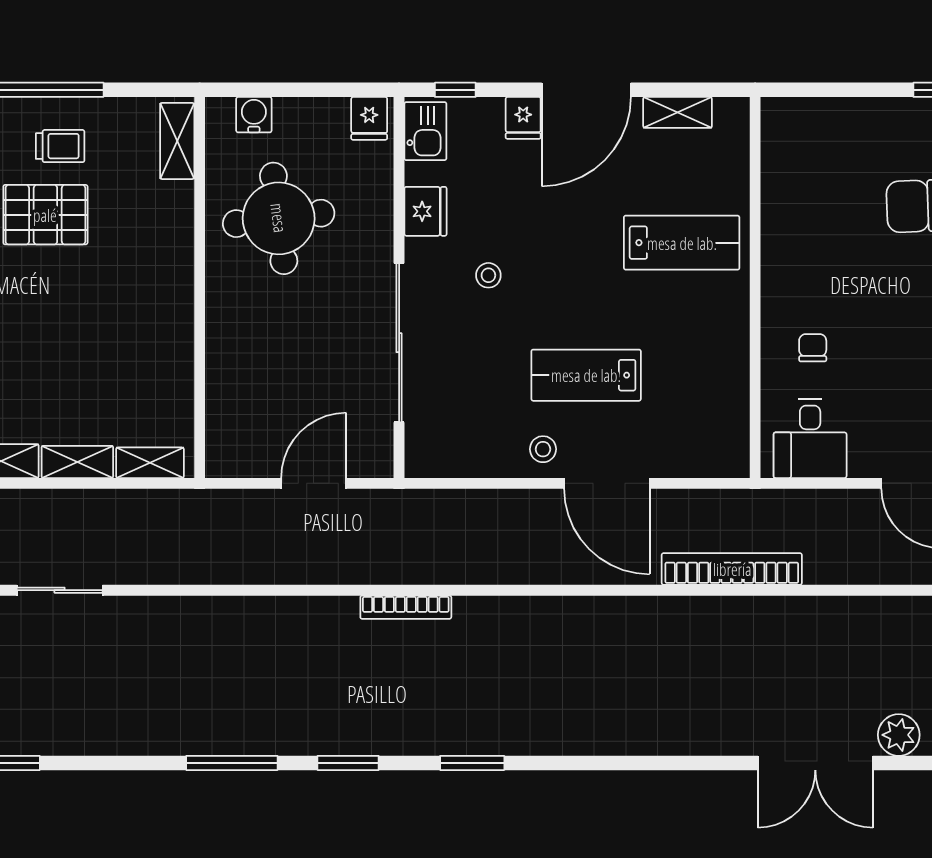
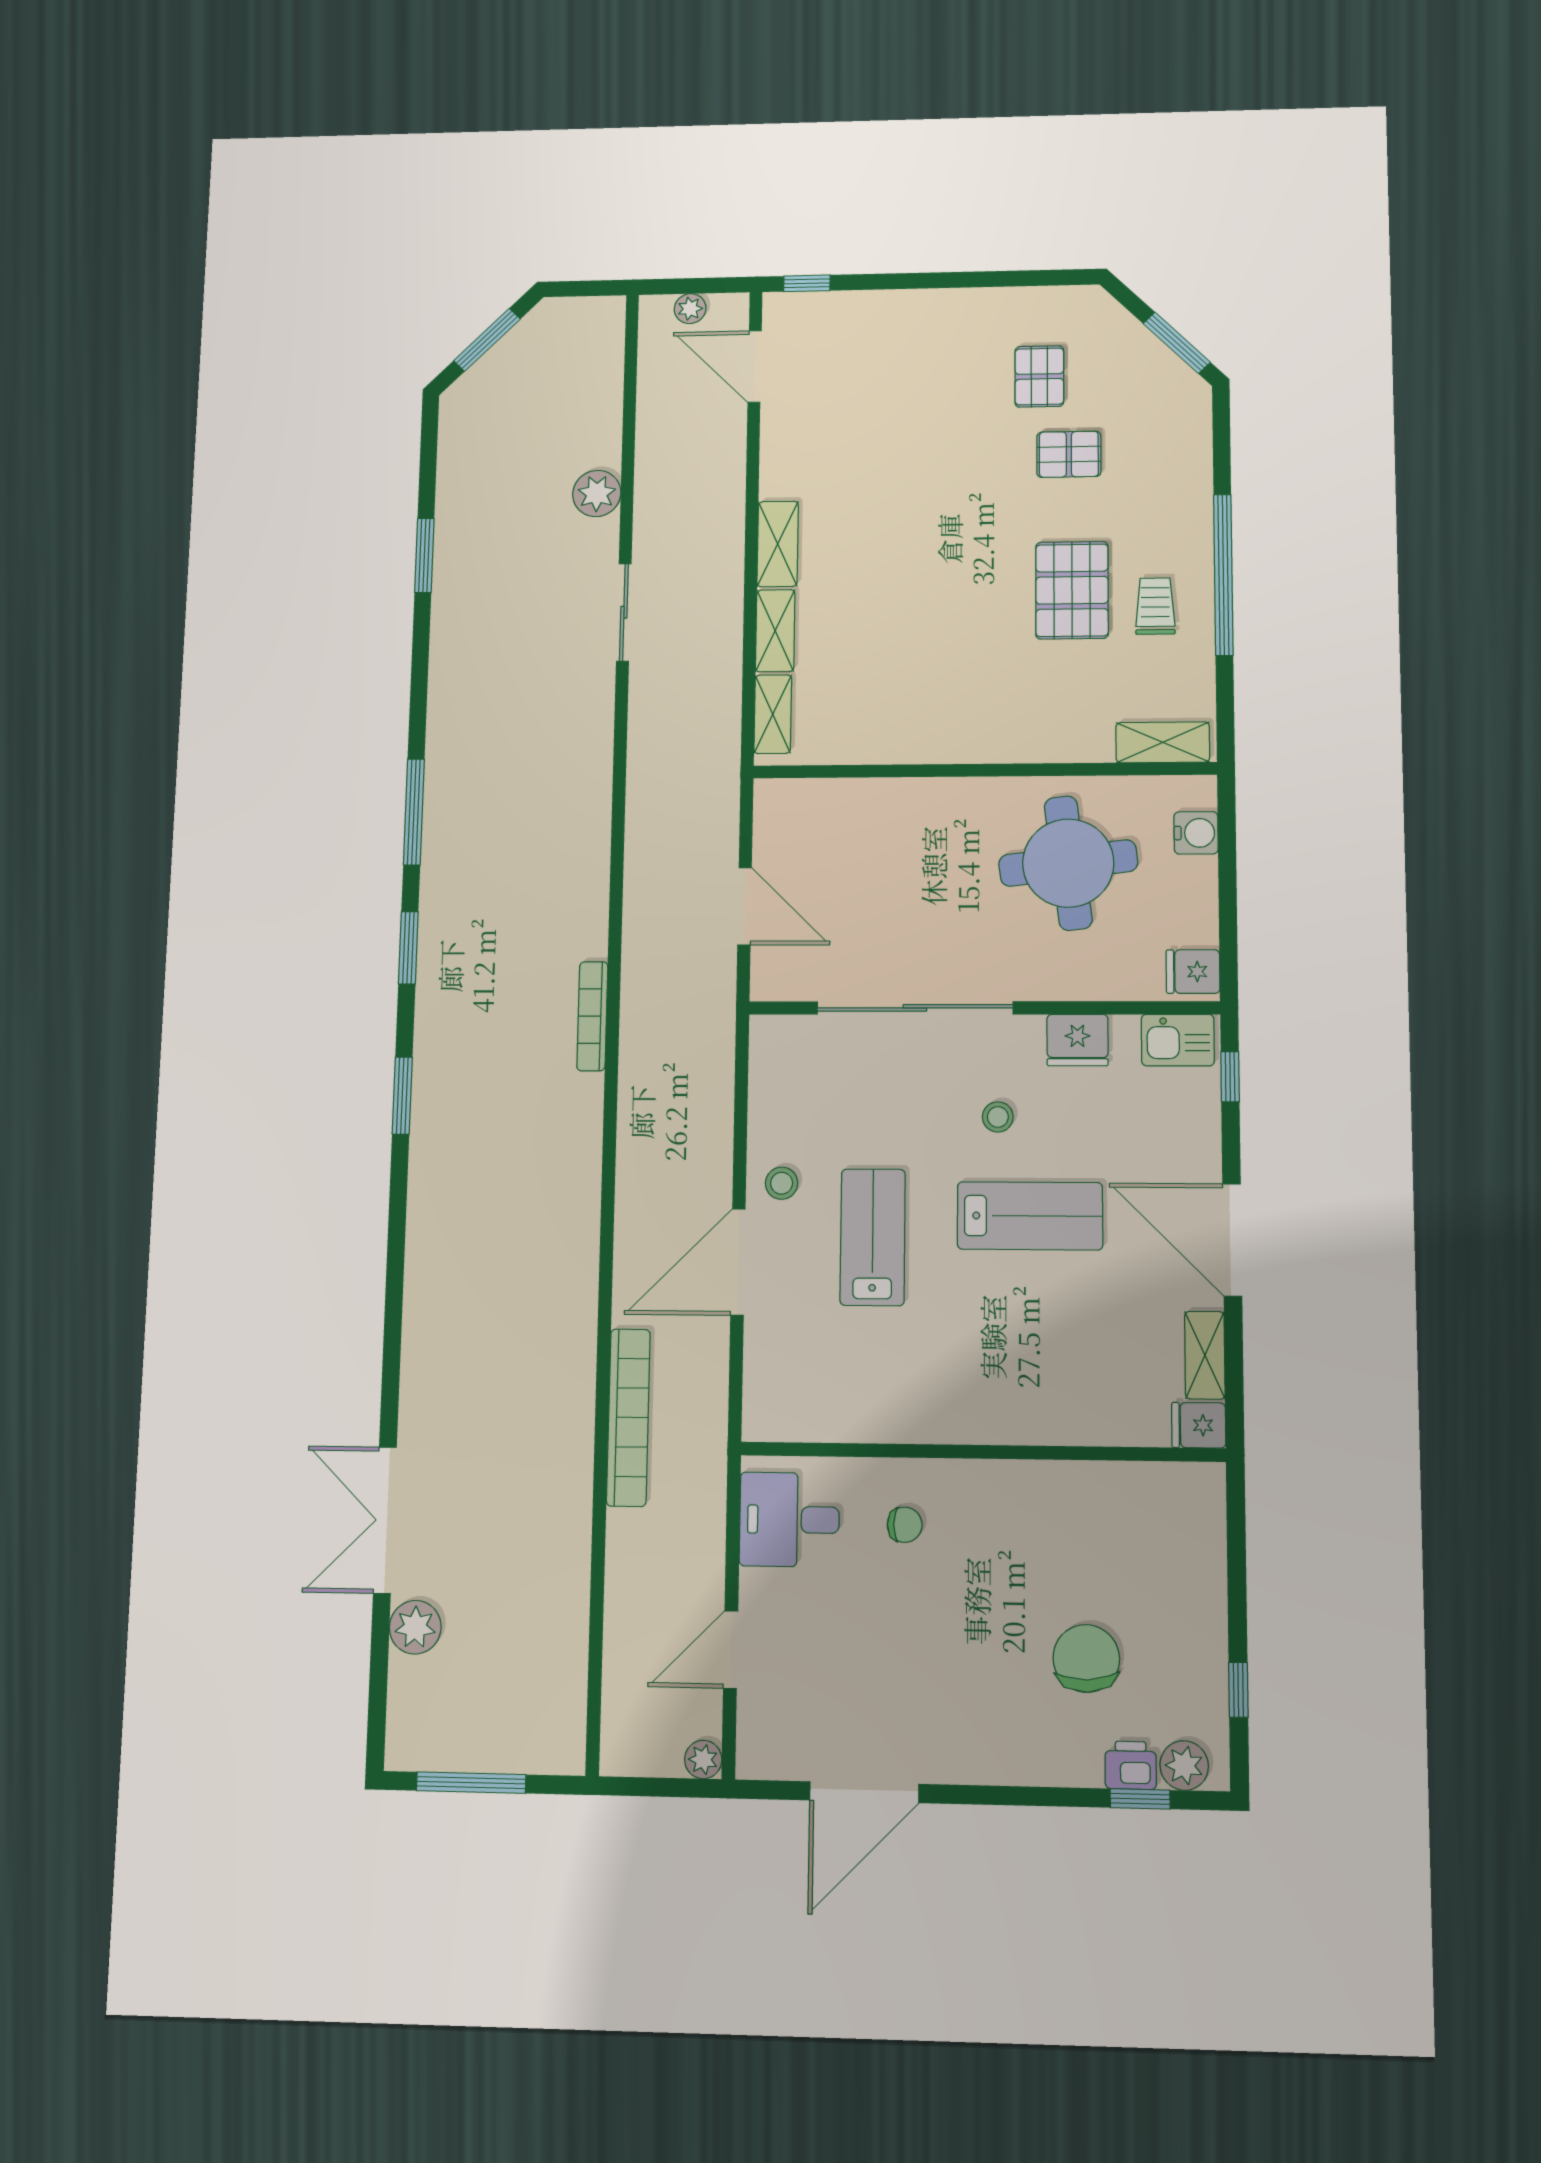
fridge: (523, 118) -> (1199, 1425), moved
trolley: (60, 146) -> (1155, 606), turned 180
lab bench: (682, 243) -> (1030, 1216), moved, turned -90

